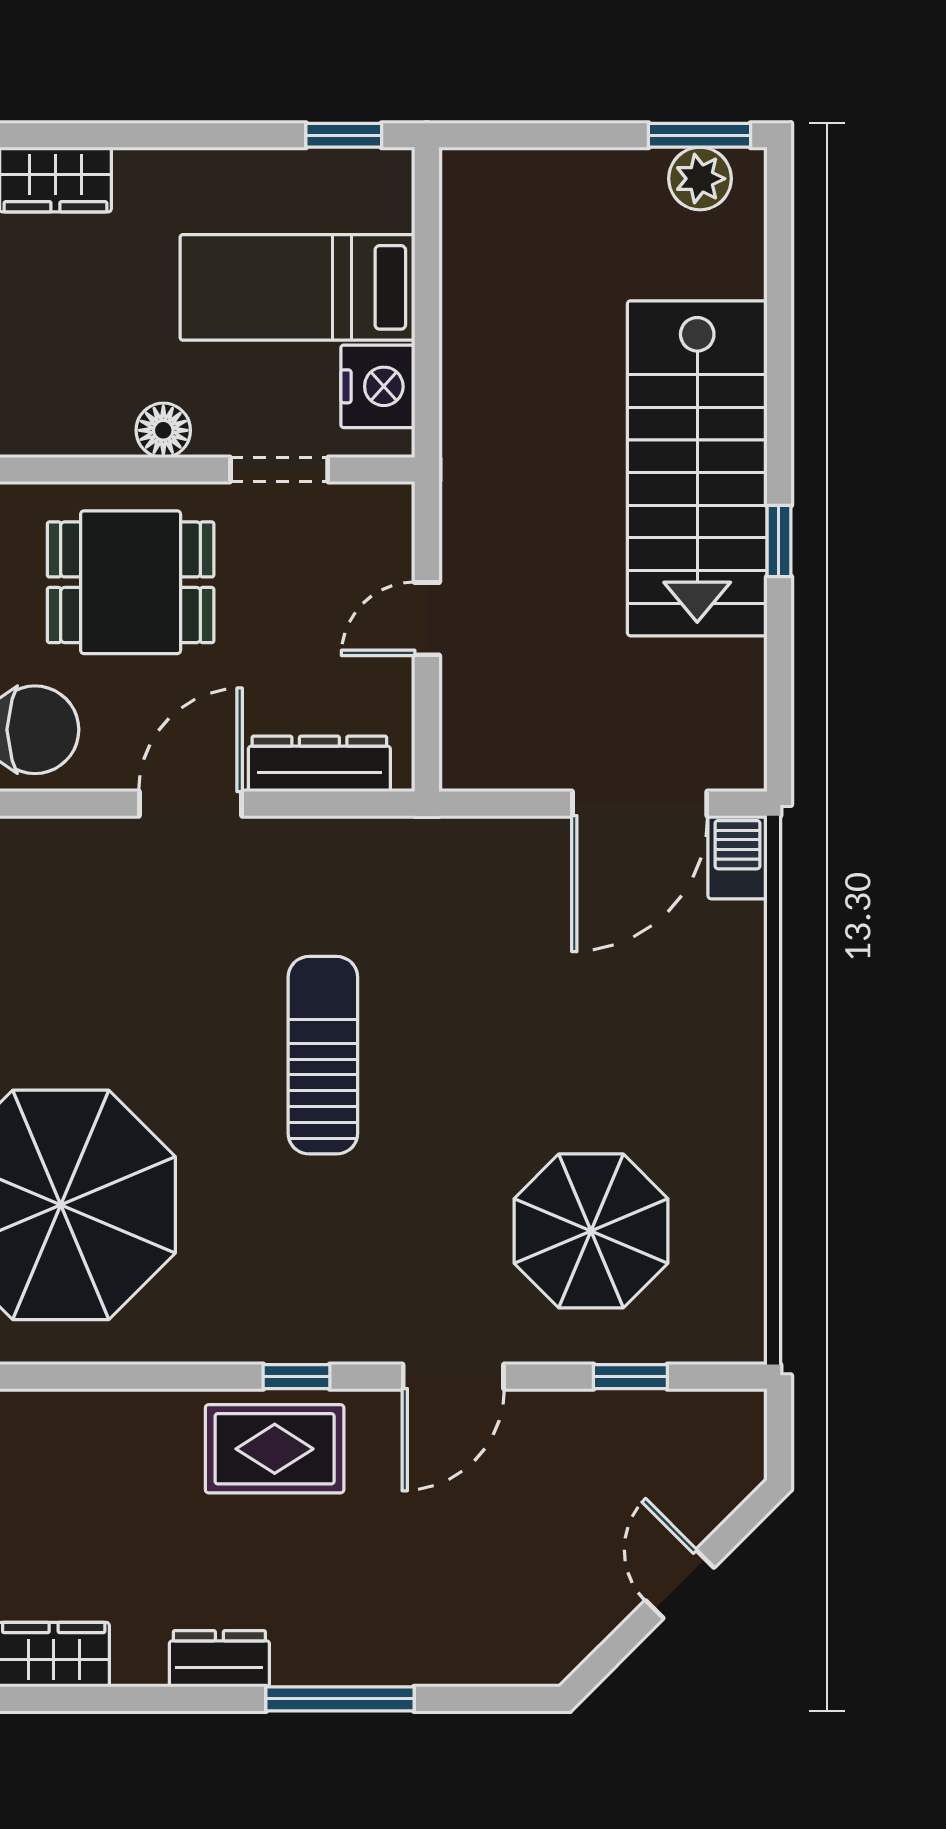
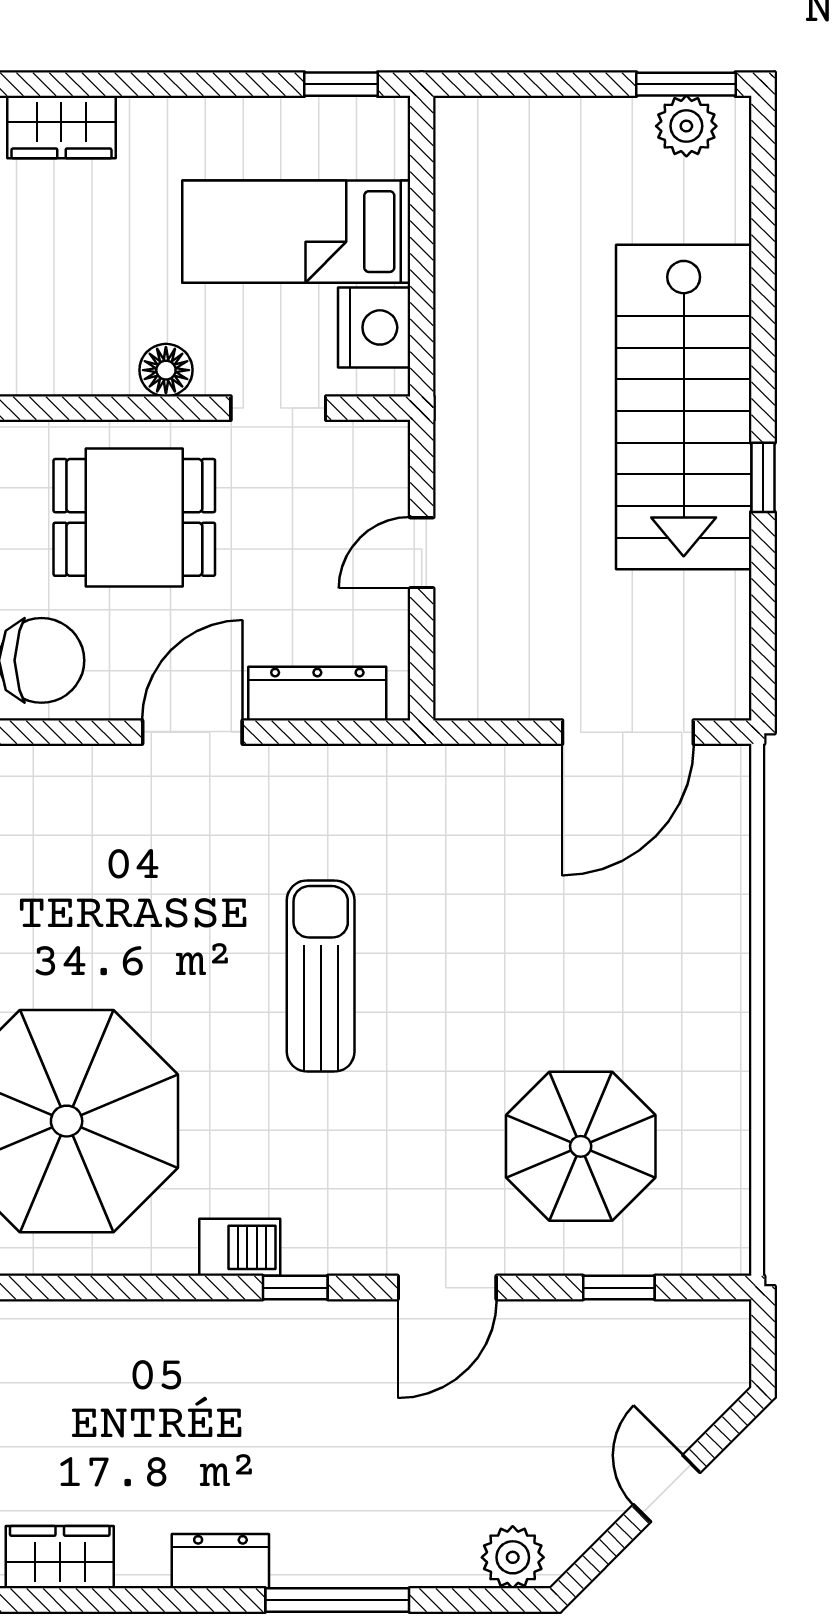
barbecue: (738, 857) -> (240, 1247), moved, turned 90
rug: (275, 1449) -> (274, 1358), removed
plant: (521, 1655) -> (513, 1557), added

